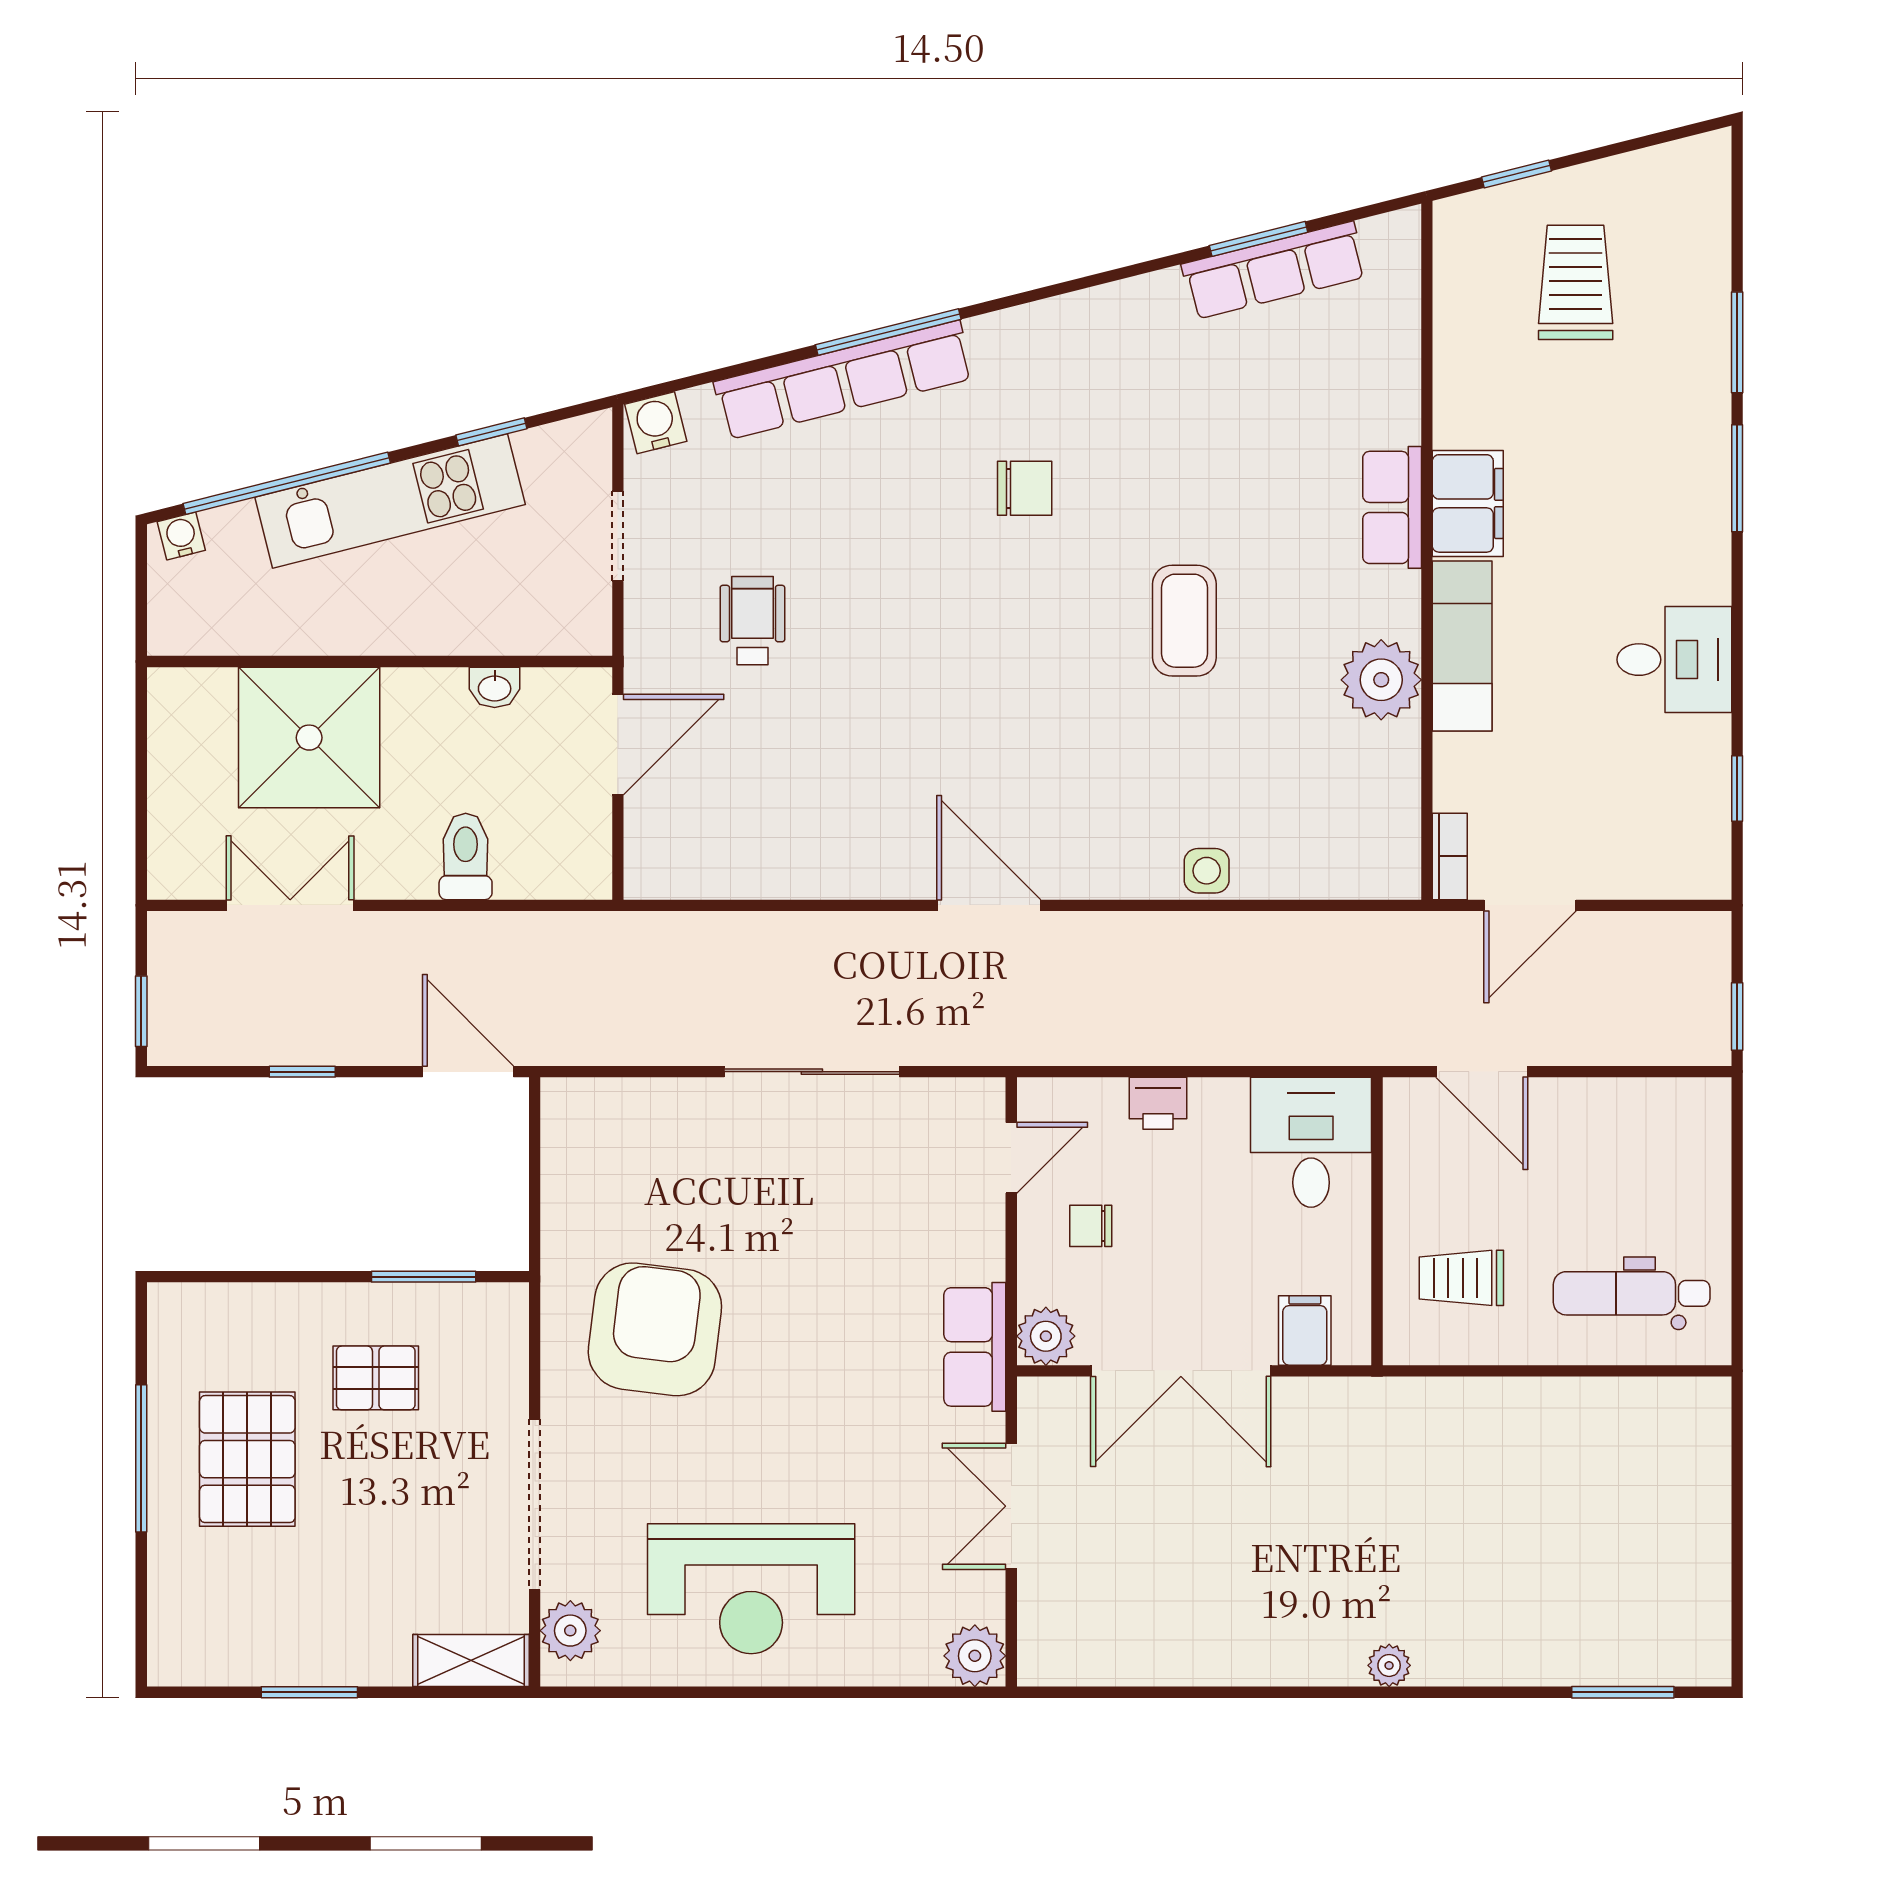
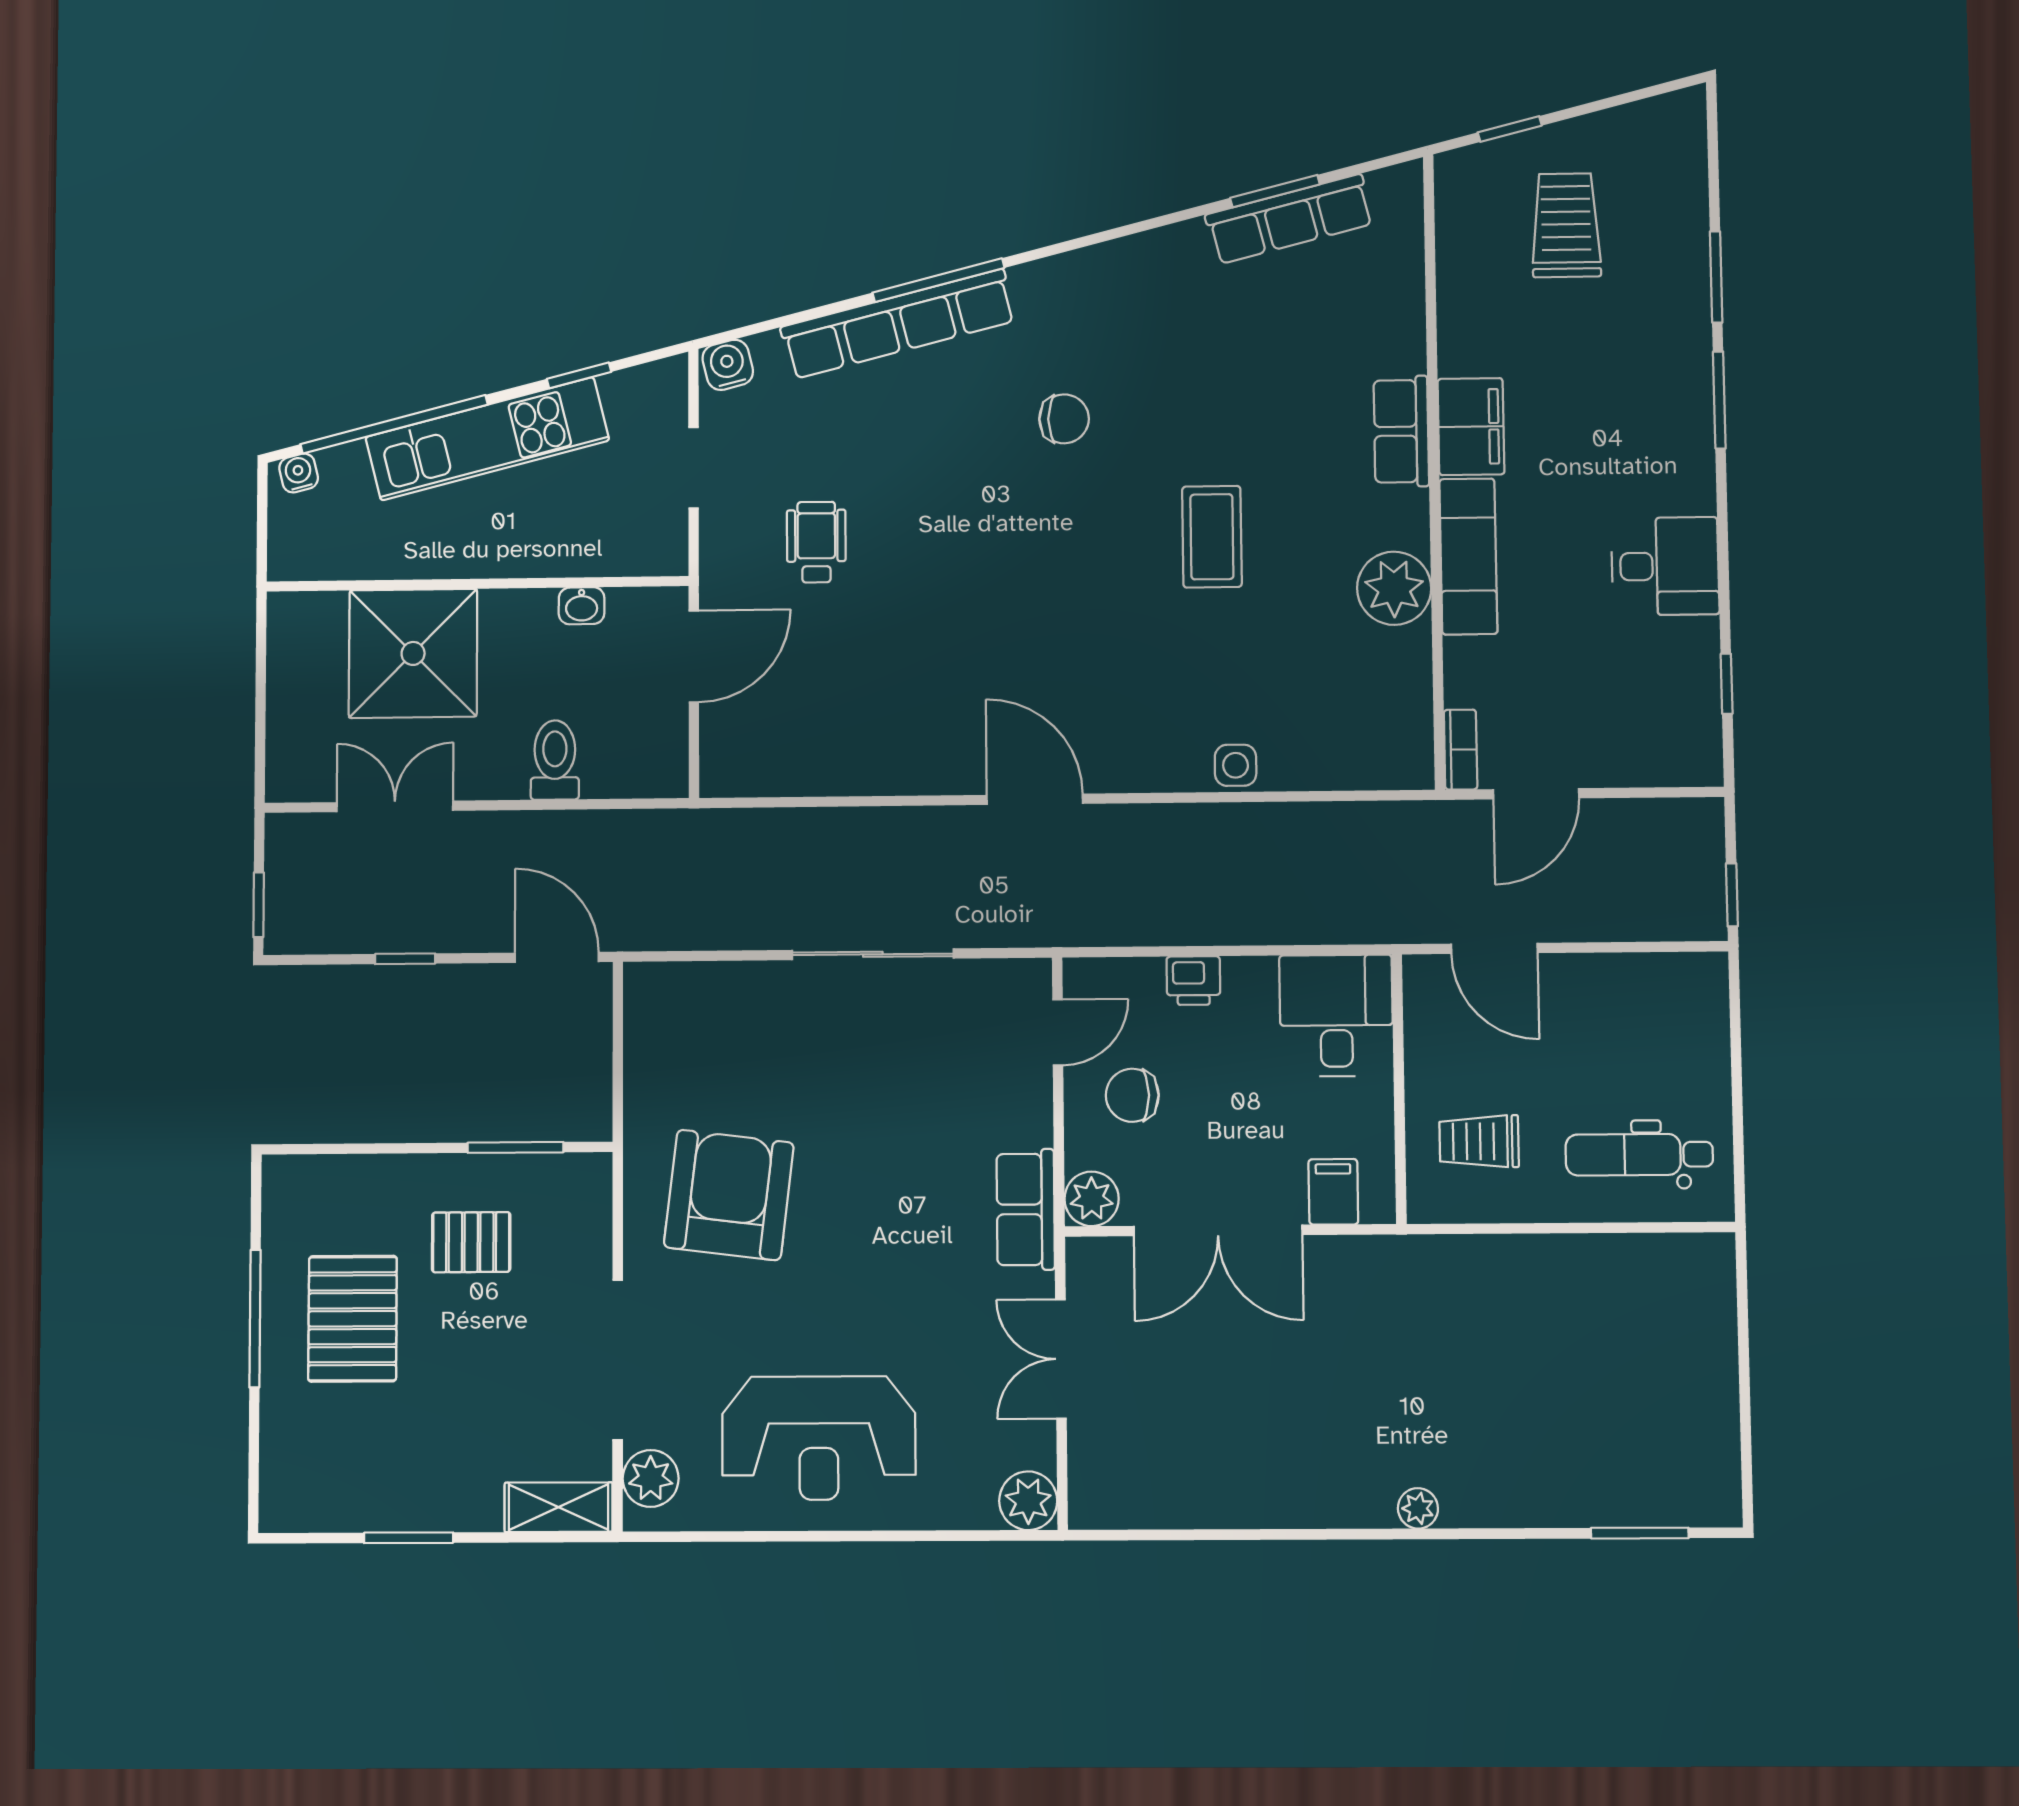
chair: (1091, 1226) -> (1132, 1095), width x1.37, depth x1.37

